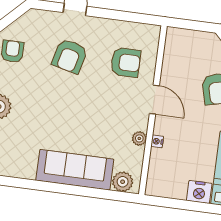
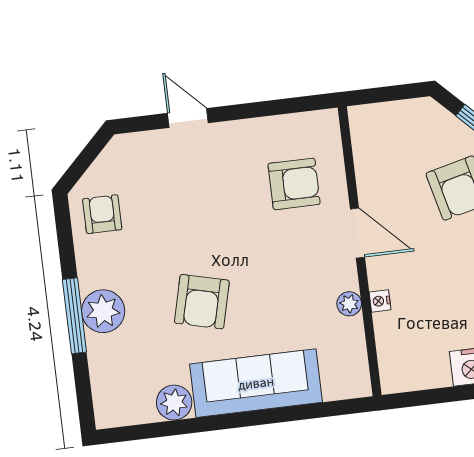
armchair: (70, 56) -> (202, 302), moved
plant: (123, 182) -> (174, 403), moved

